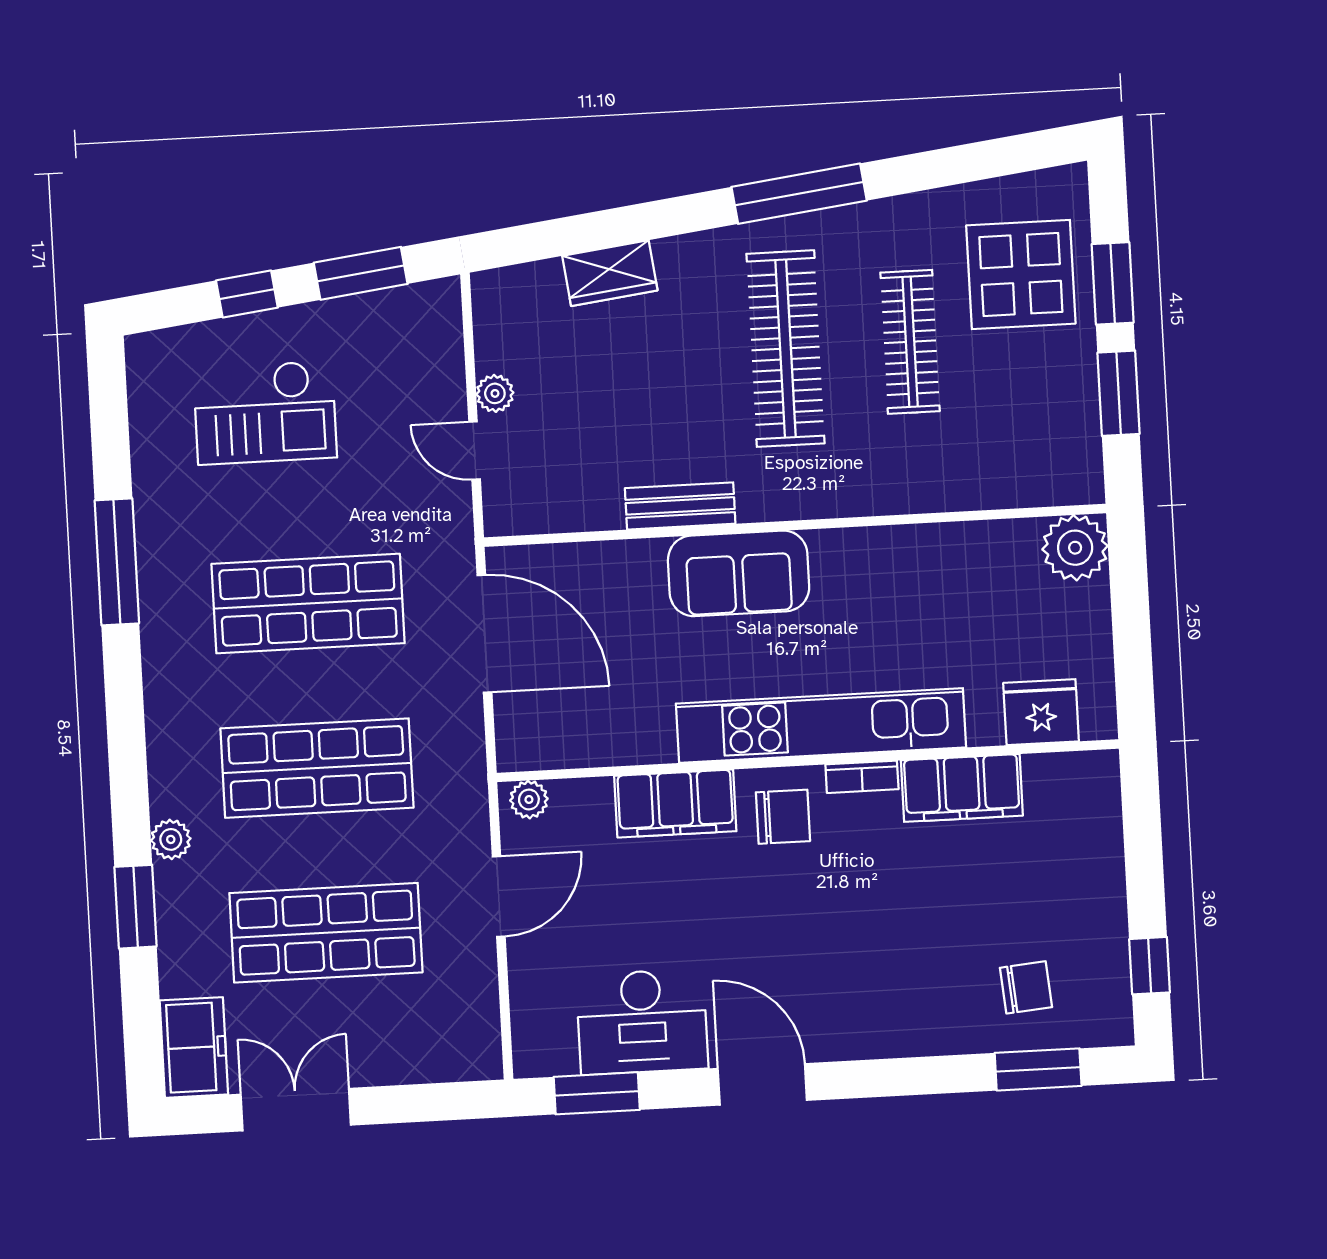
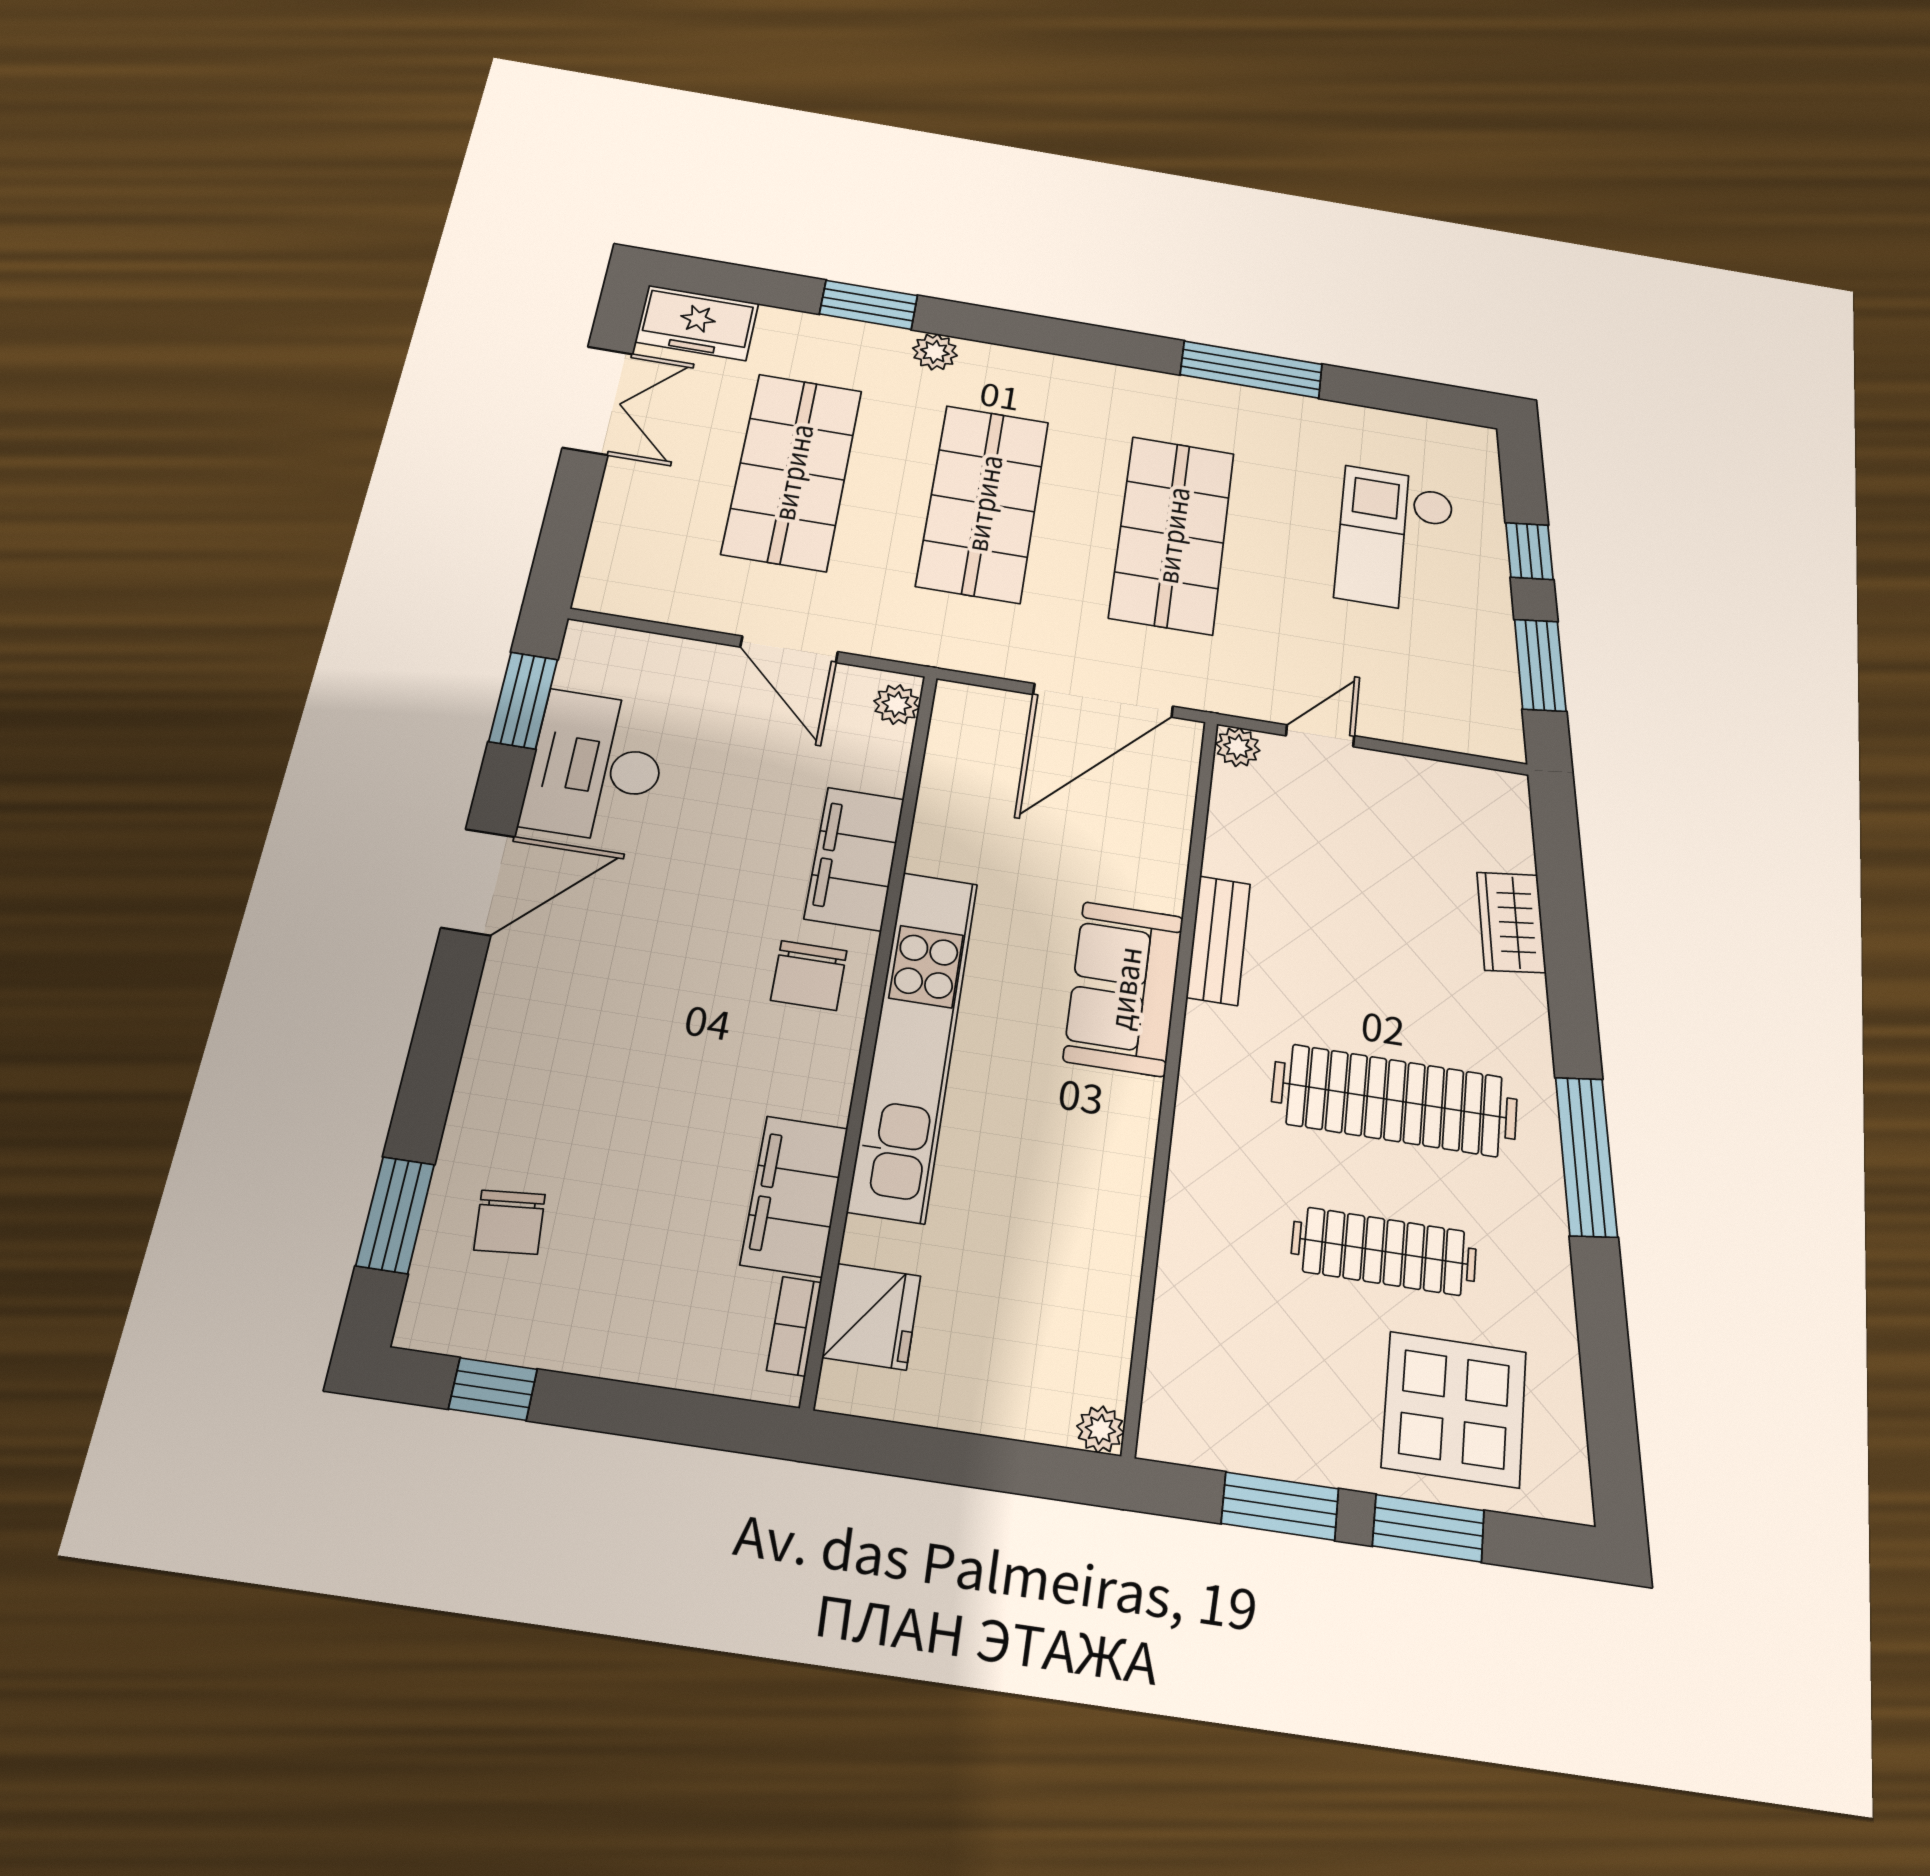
plant: (495, 393) -> (1238, 747), moved
plant: (1075, 548) -> (1100, 1429), width x0.53, depth x0.53
bookcase: (862, 777) -> (794, 1326), moved

